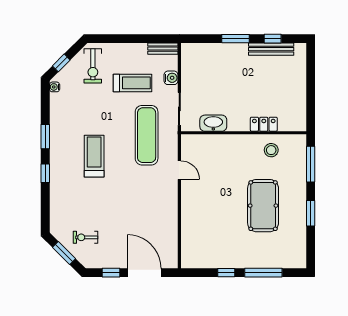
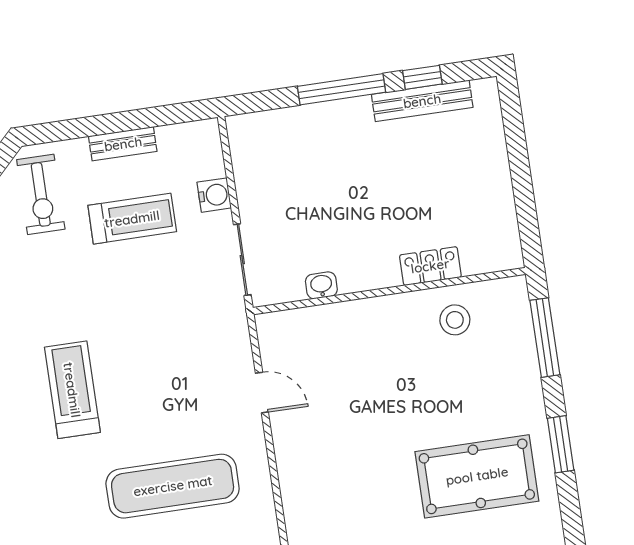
window: (235, 39) -> (342, 89), width x1.44
bench: (163, 49) -> (123, 144), moved
washbasin: (213, 123) -> (321, 285), width x0.52, depth x0.69
exercise mat: (147, 135) -> (173, 486), moved, turned 90
pool table: (263, 206) -> (477, 476), moved, turned 90

